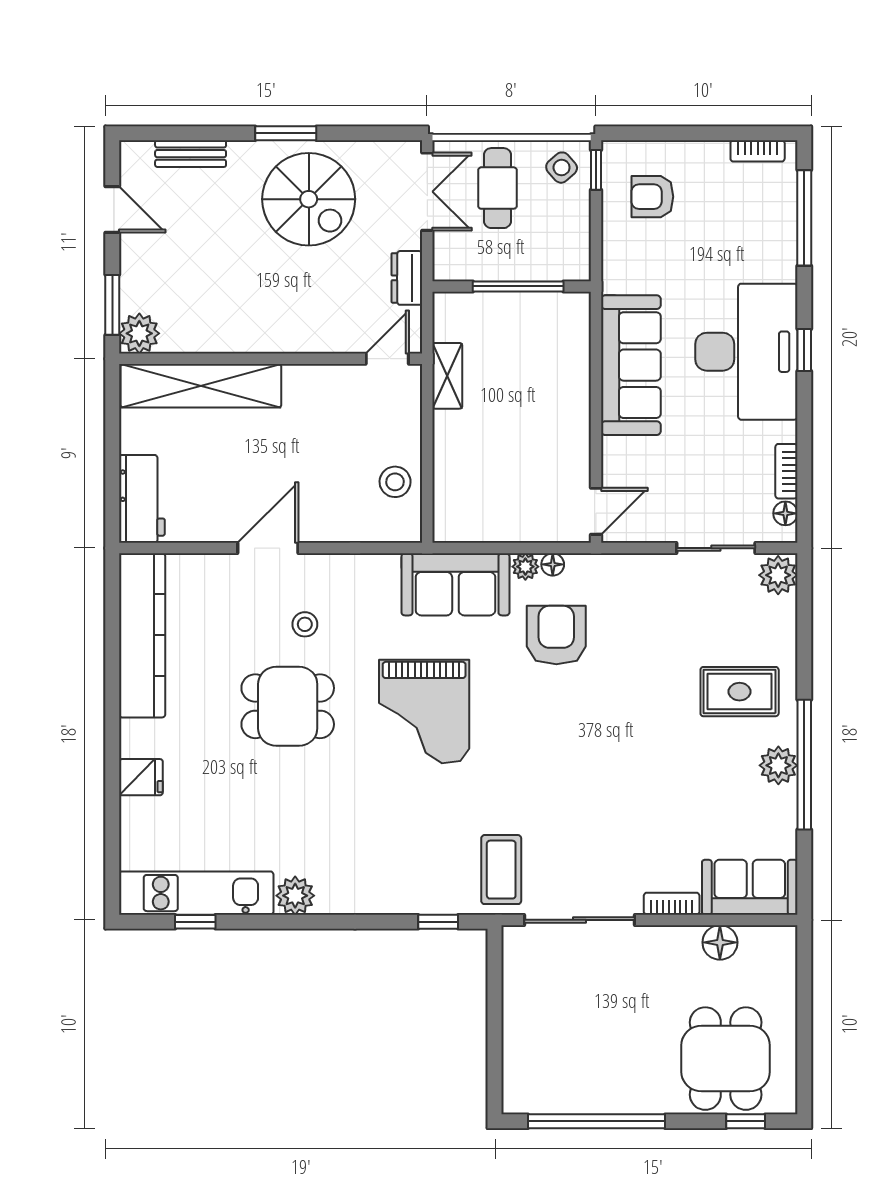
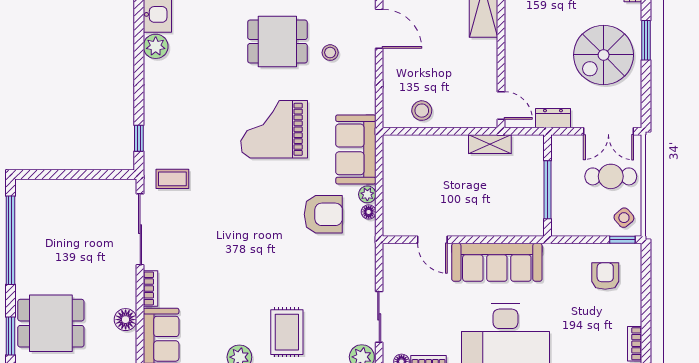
door: (596, 511) -> (432, 240), moved
dining table: (288, 706) -> (277, 42), turned 90
coffee table: (501, 870) -> (172, 179), width x0.73, depth x0.77
window: (746, 1121) -> (10, 336), width x1.50

